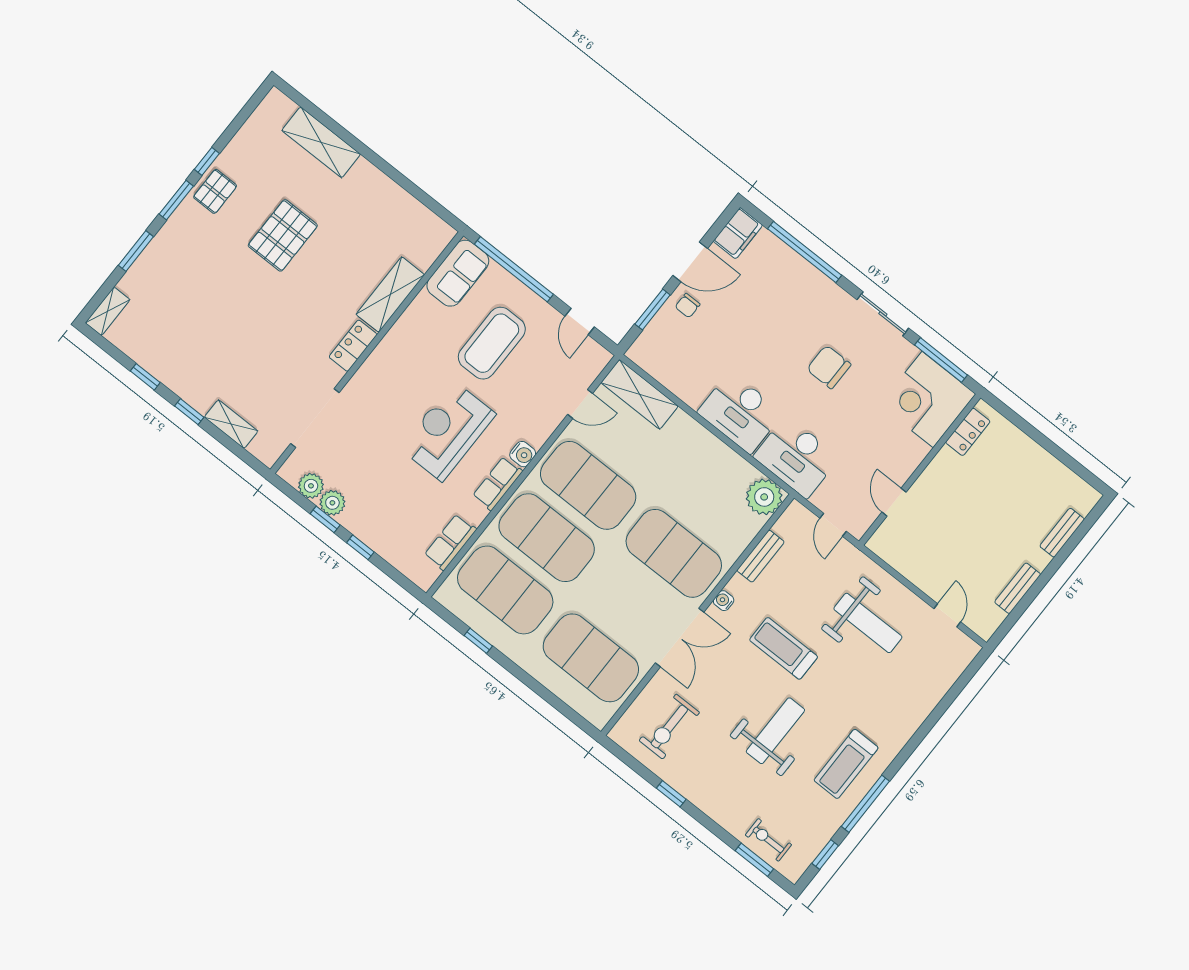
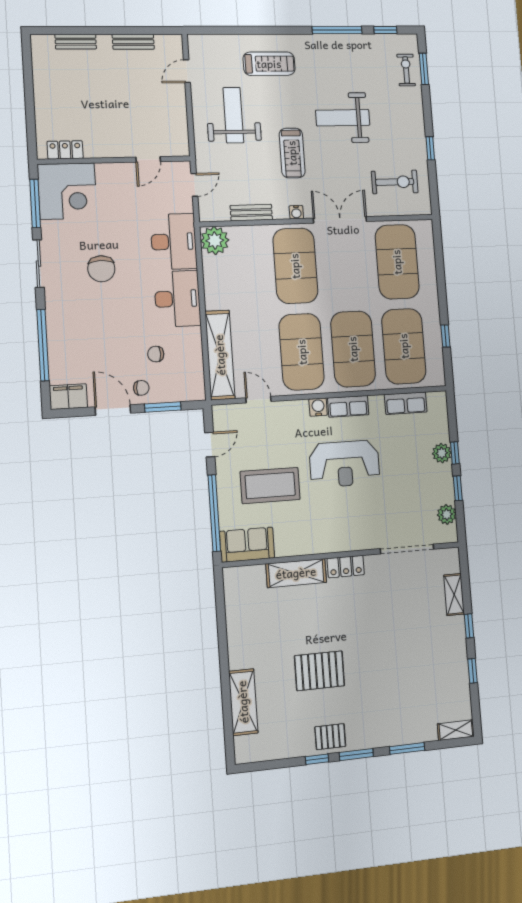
chair: (707, 347) -> (156, 354), added
shelving: (640, 394) -> (220, 355), width x1.47
plant: (332, 503) -> (442, 453), moved
treadmill: (846, 764) -> (269, 64), moved
exercise bike: (768, 840) -> (406, 70), turned 180

